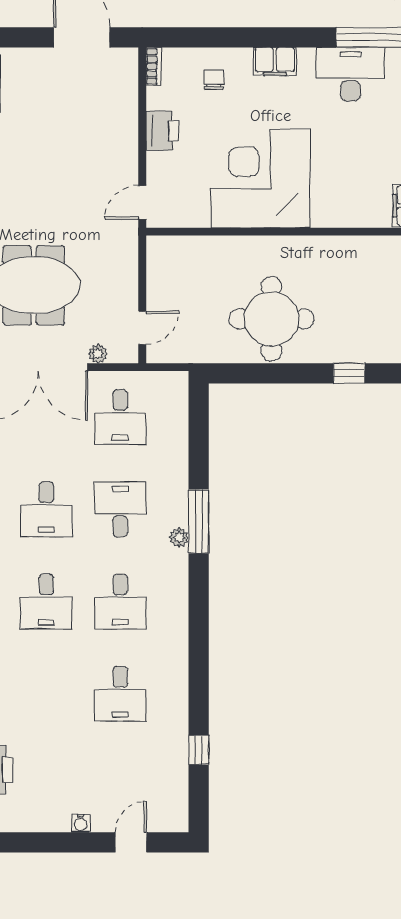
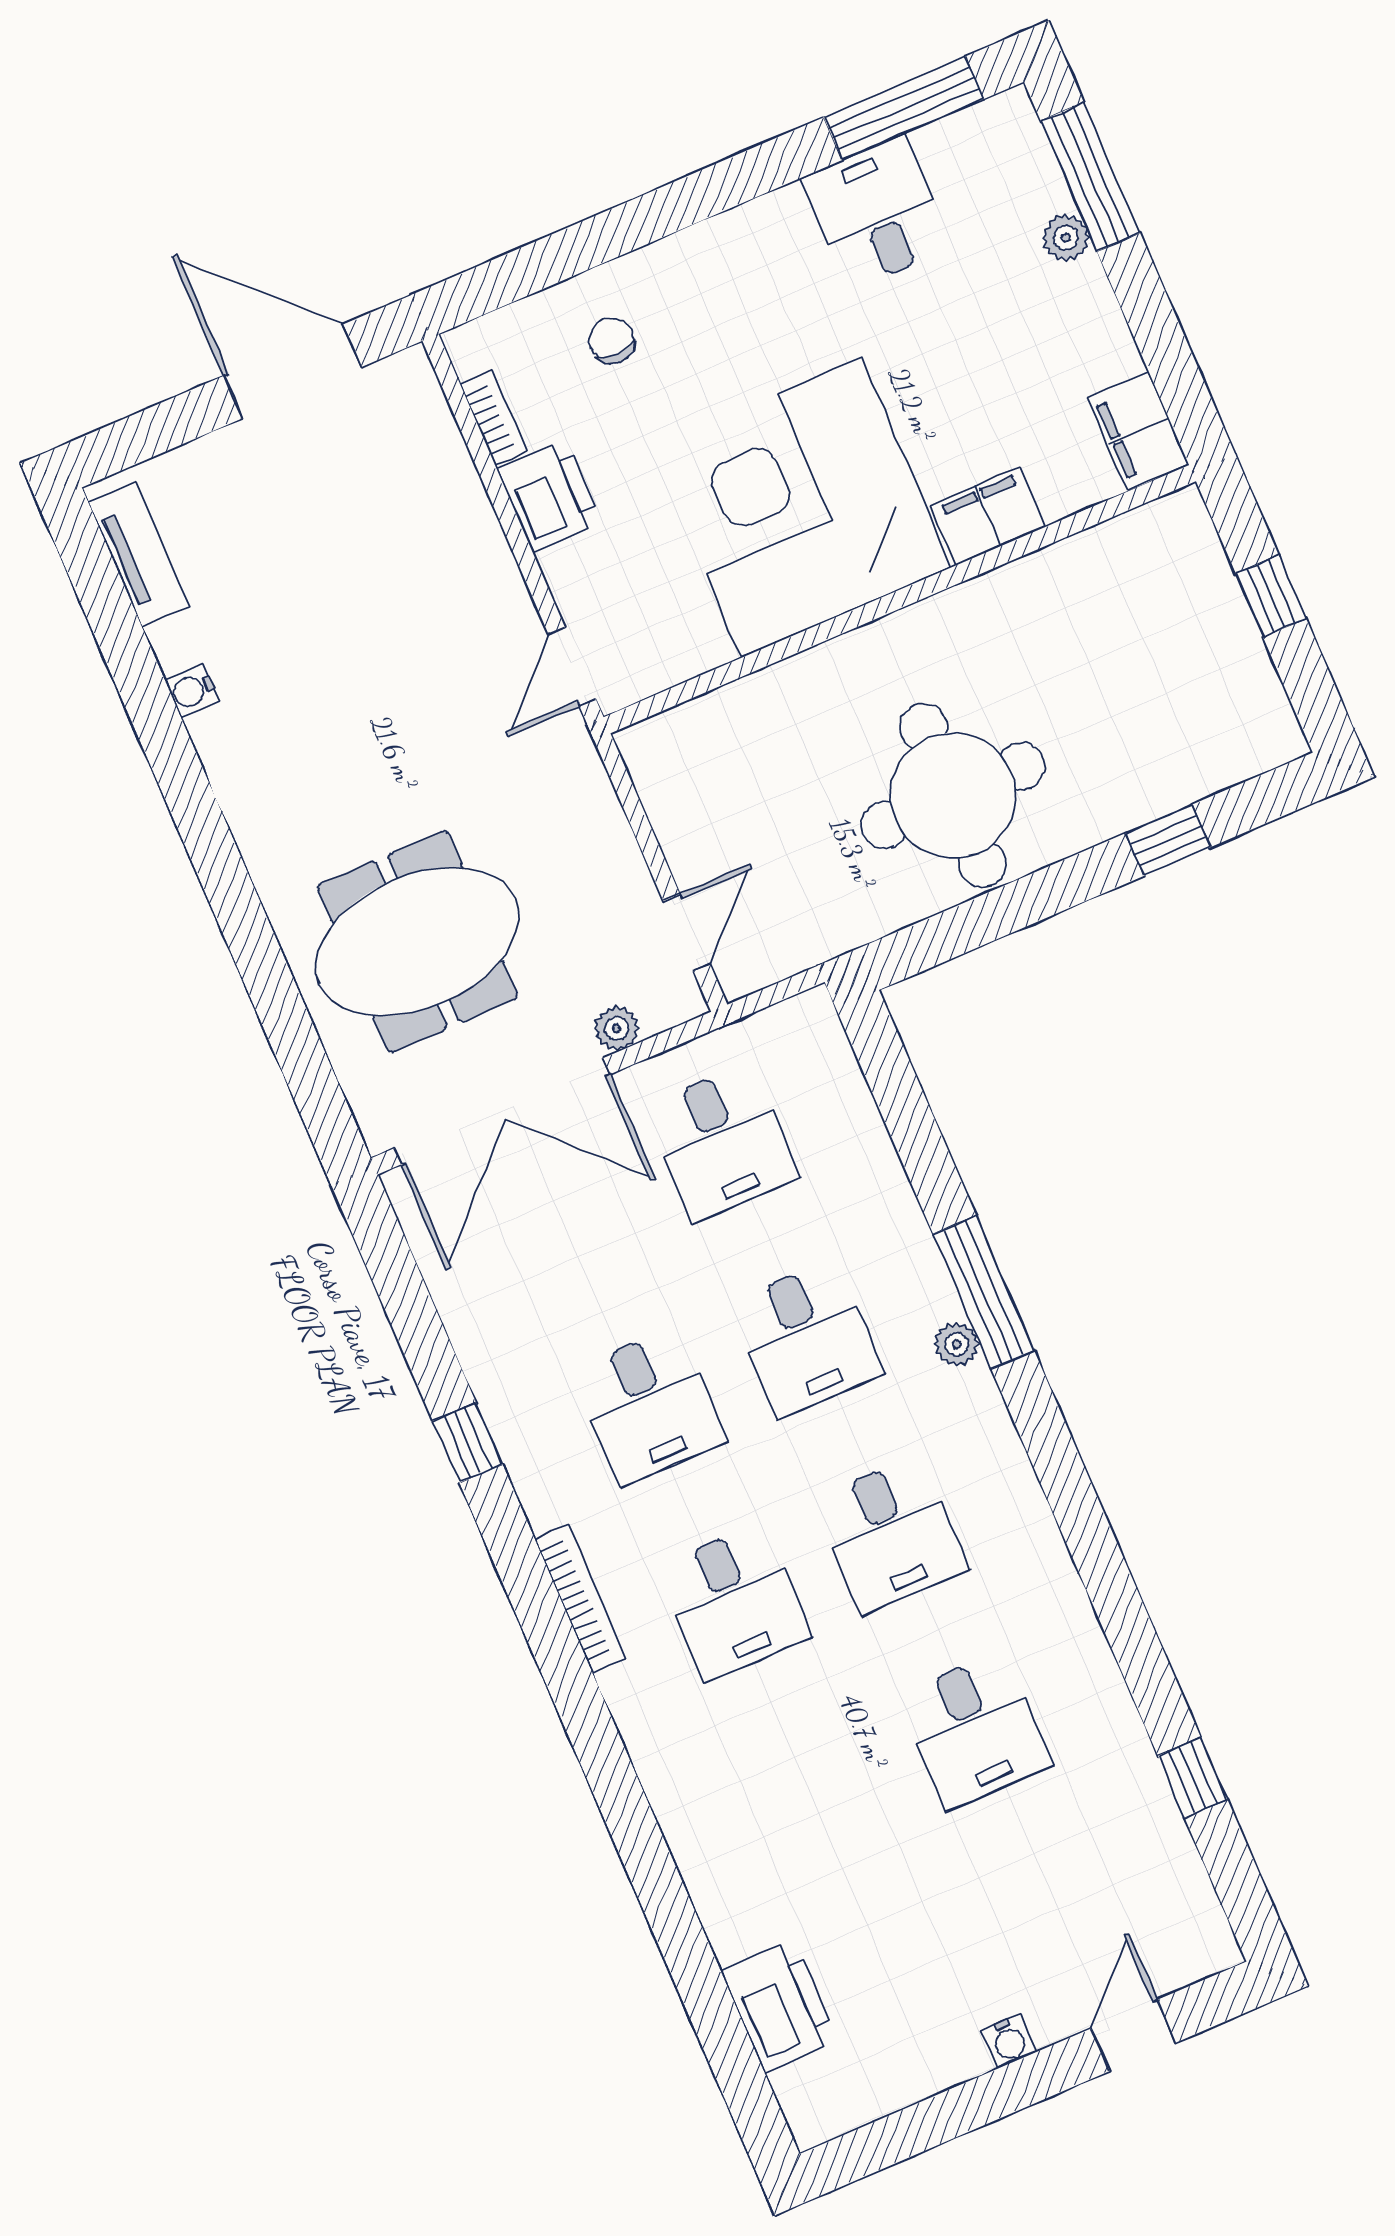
filing cabinet: (275, 61) -> (988, 516), moved, turned 180
bookcase: (154, 66) -> (494, 418), moved
desk: (350, 74) -> (877, 213), width x0.73
desk: (120, 509) -> (806, 1338), turned 180

